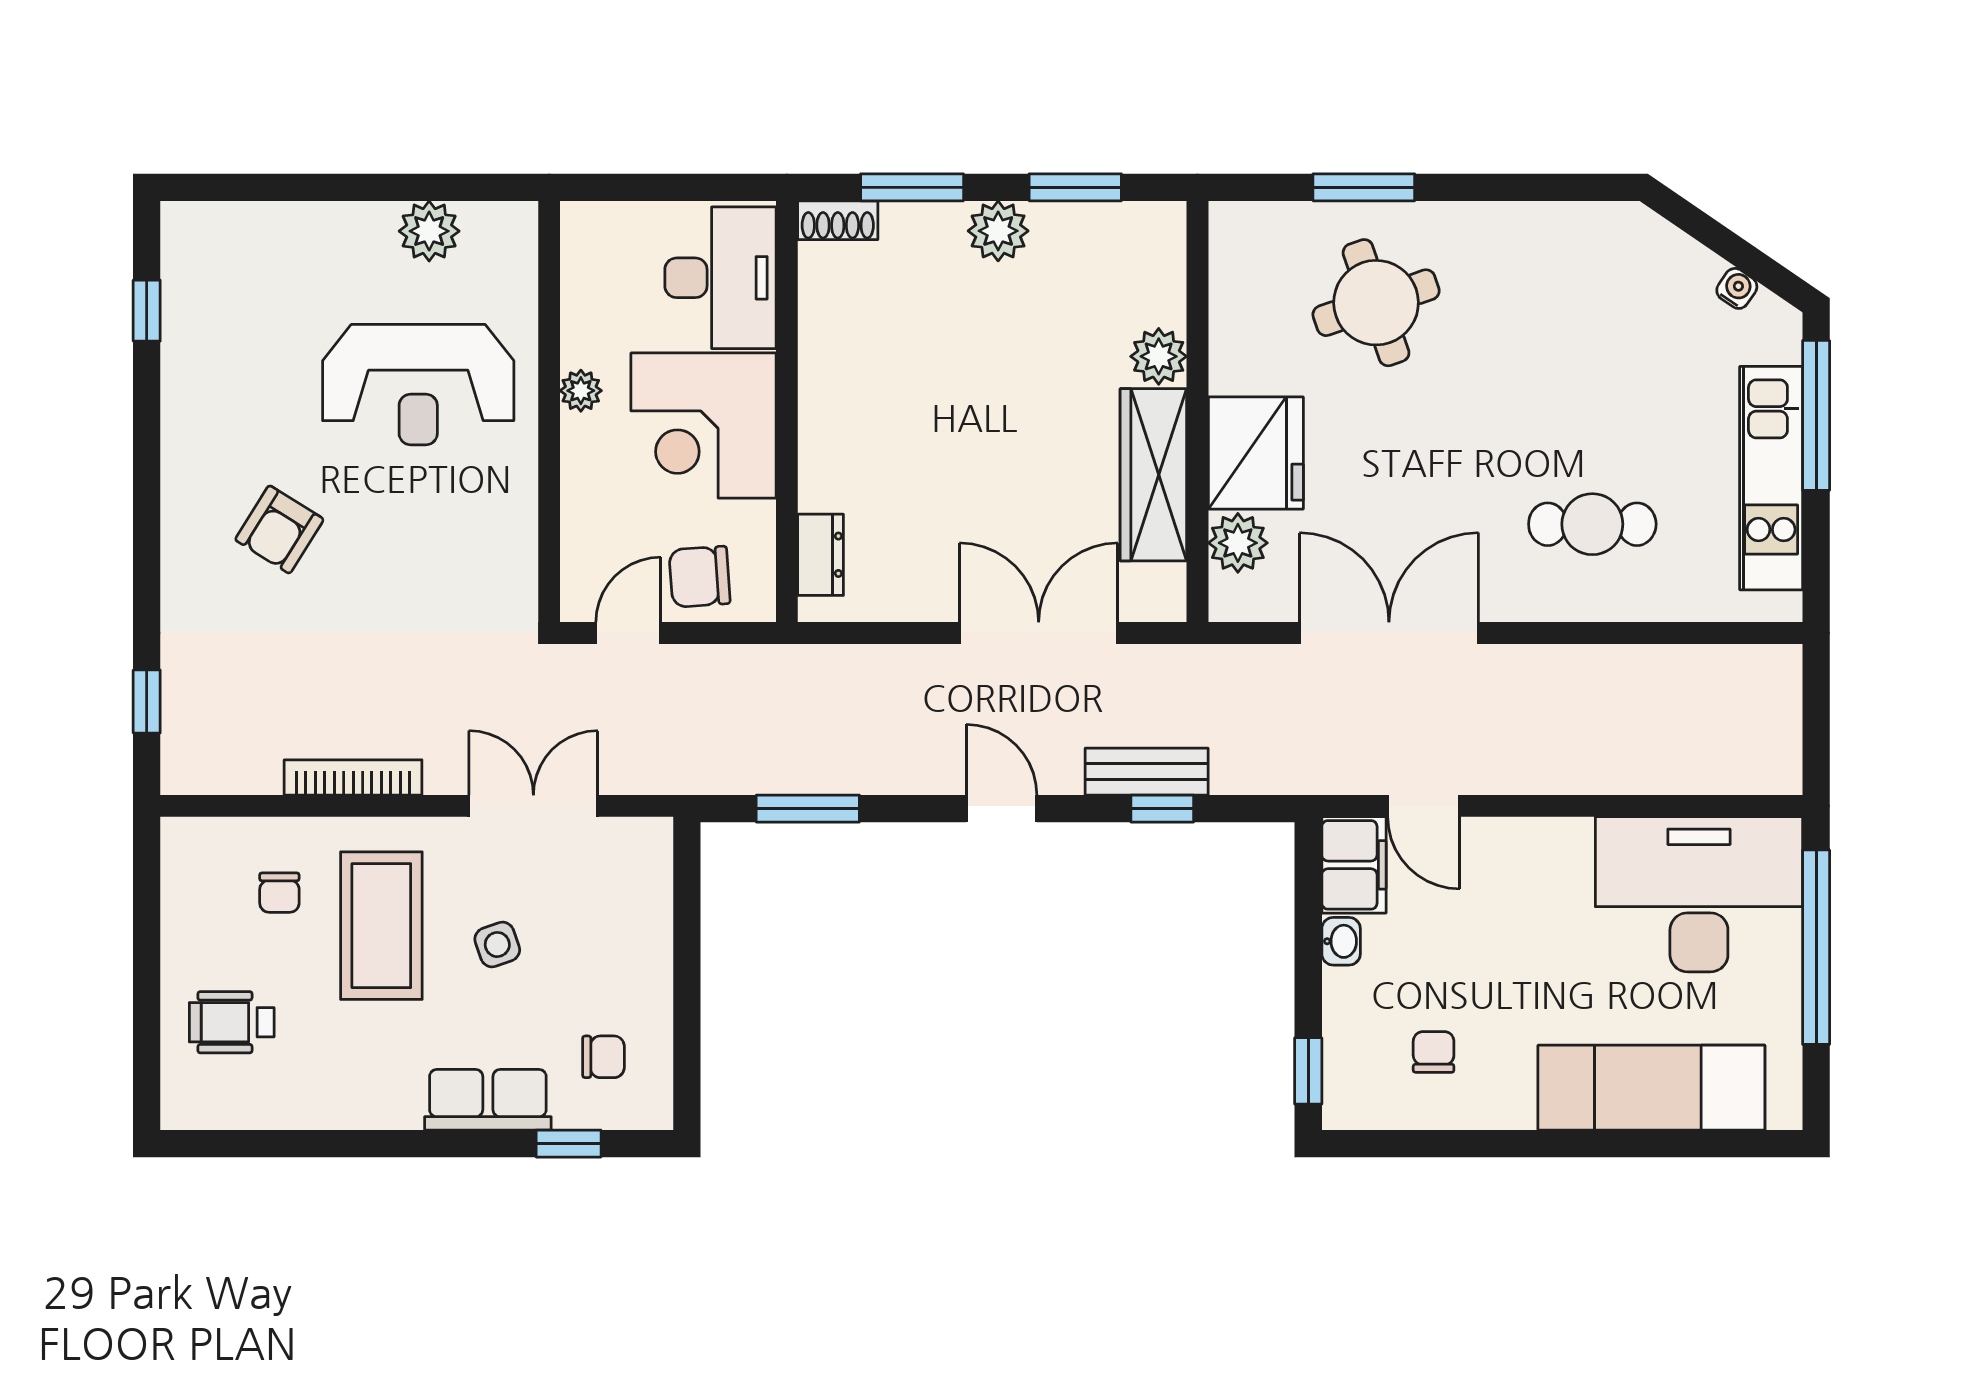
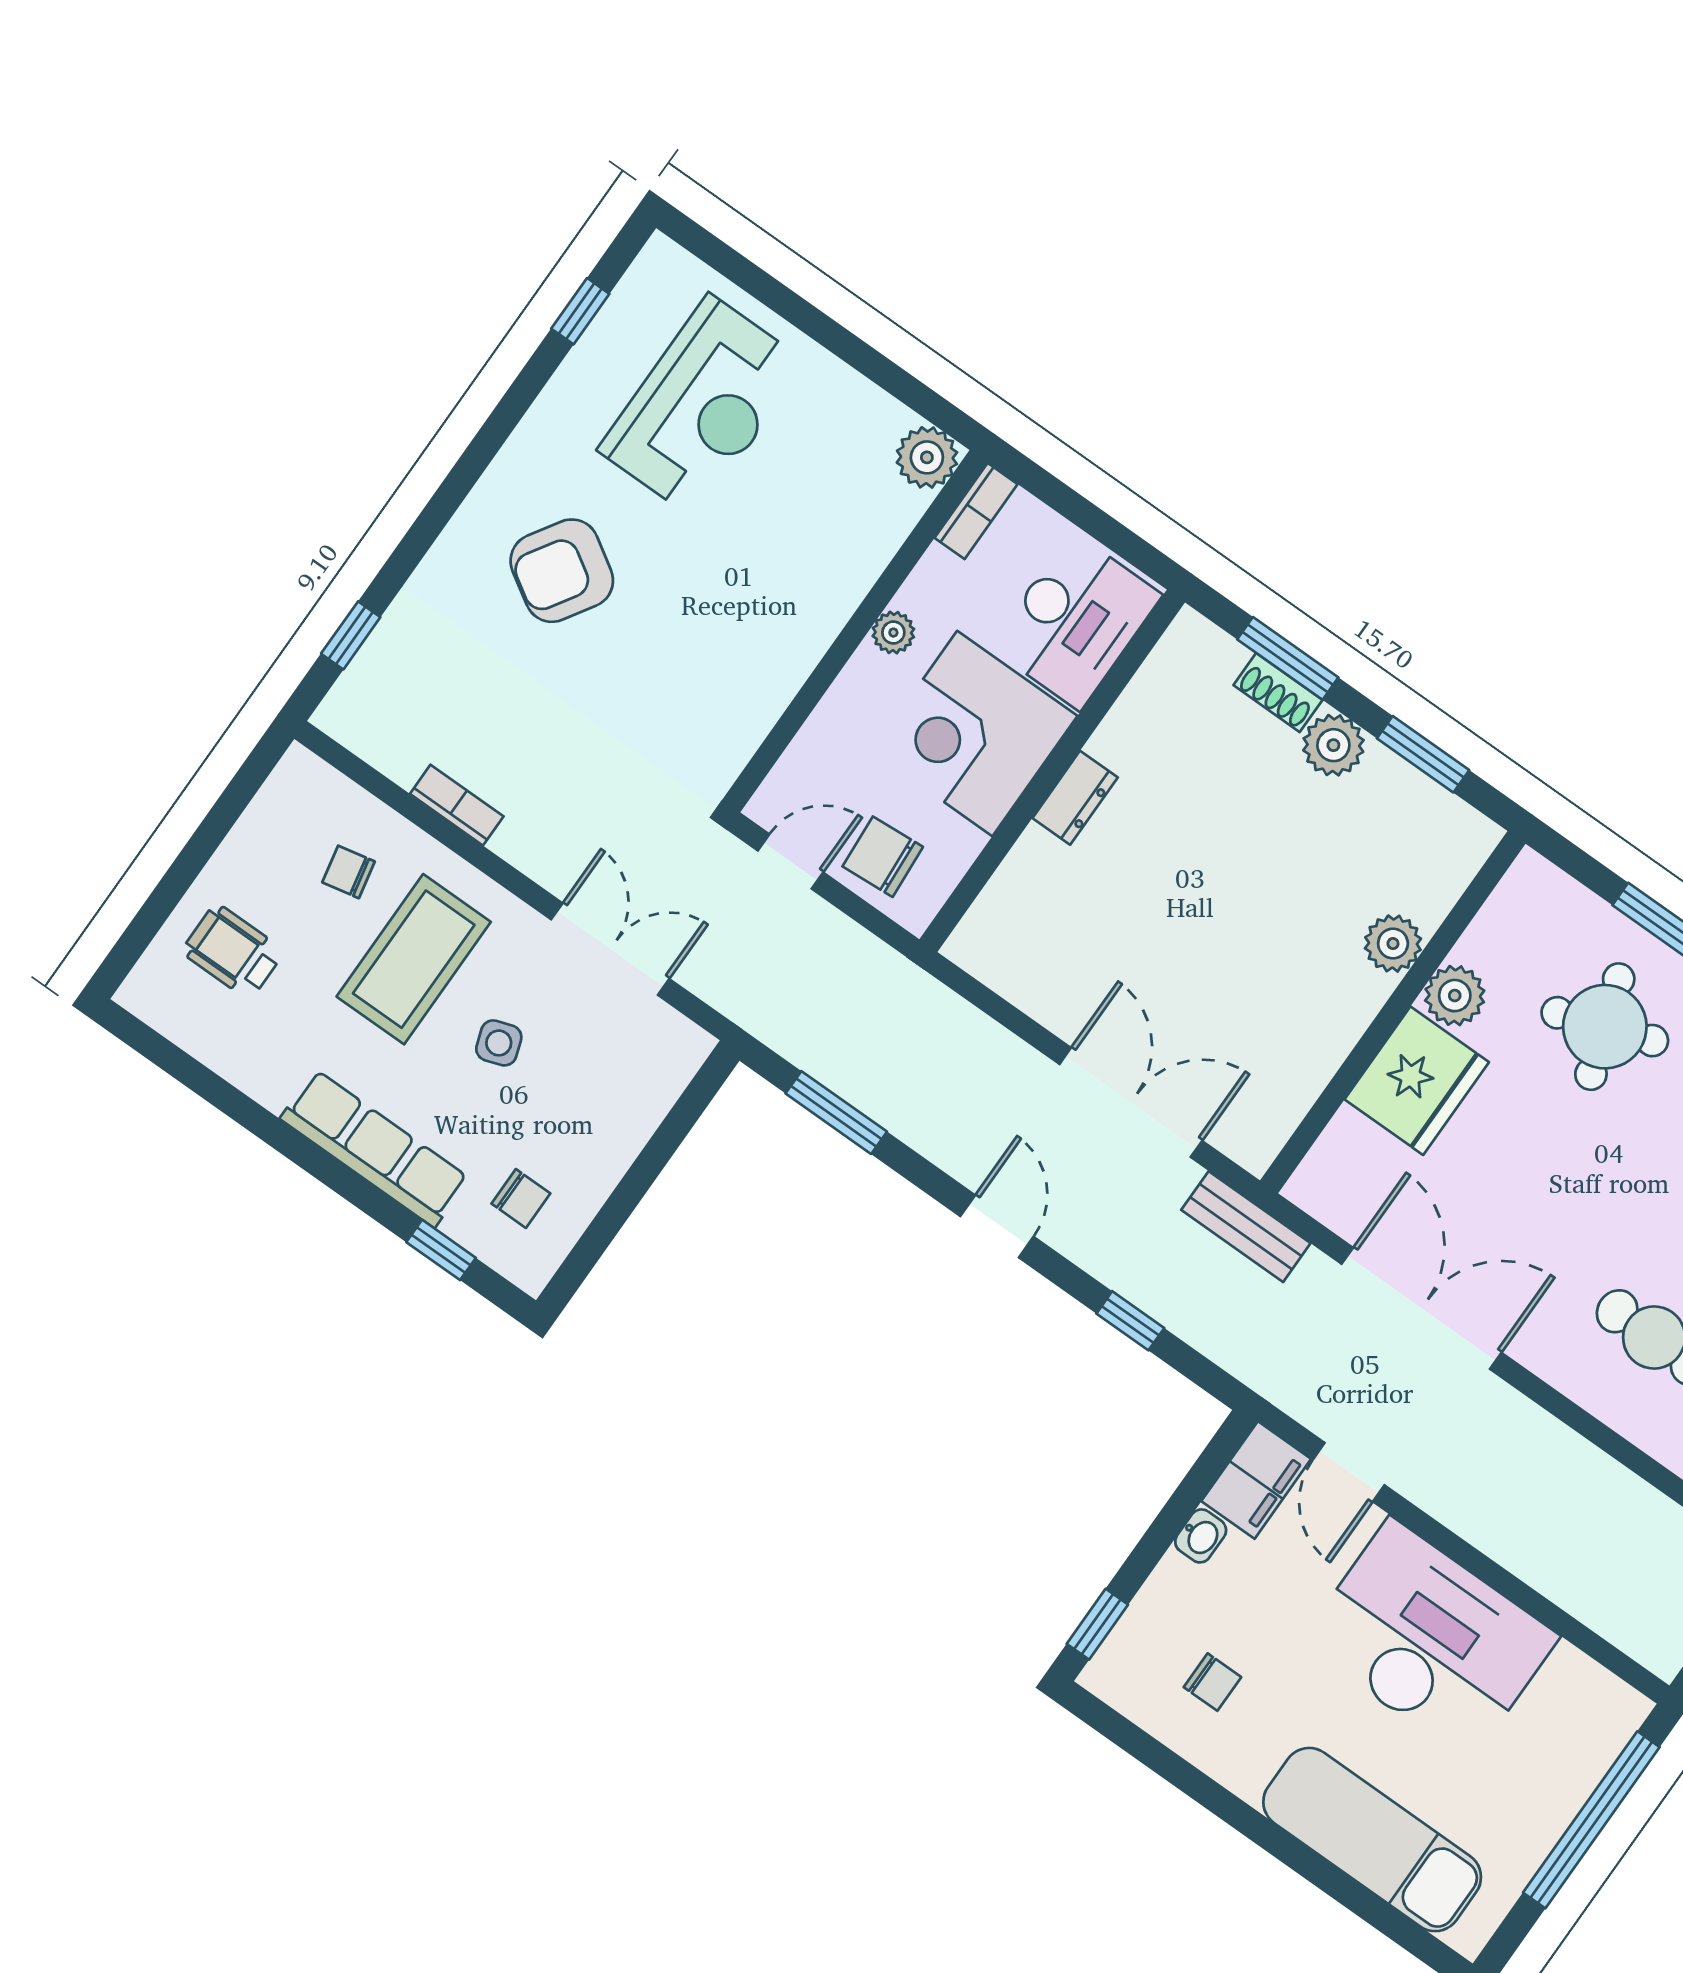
shoe rack: (838, 220) -> (1278, 693), moved
plant: (429, 231) -> (927, 457), moved
bookcase: (578, 246) -> (976, 511), added
reception desk: (418, 385) -> (702, 406), moved, turned -90
wardrobe: (1153, 475) -> (1319, 1039), removed
armchair: (279, 529) -> (562, 571), width x1.38, depth x1.38
plant: (1238, 543) -> (1455, 996), moved
dresser: (821, 555) -> (1075, 798), moved
bench: (1147, 772) -> (1246, 1227), moved
bookcase: (353, 777) -> (457, 805), width x0.64
chair: (279, 893) -> (349, 872), turned 78
desk: (1699, 894) -> (1430, 1640), moved
chair: (1434, 1052) -> (1212, 1682), turned 90
row of seats: (488, 1100) -> (375, 1148), width x1.48

